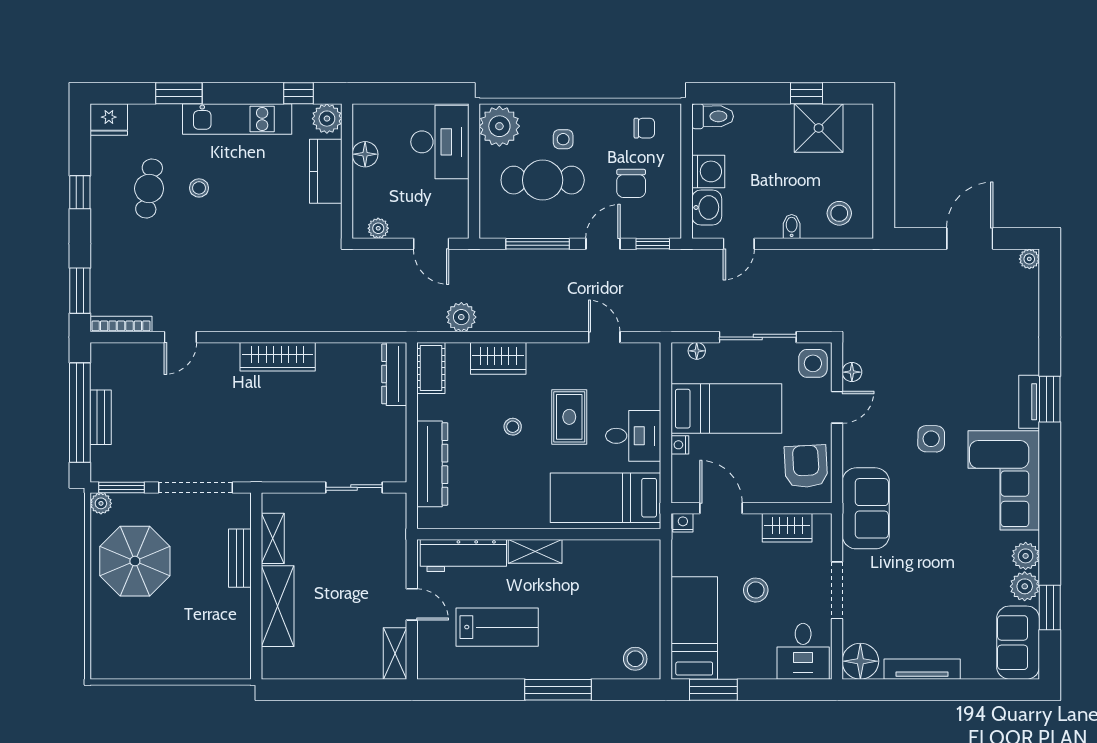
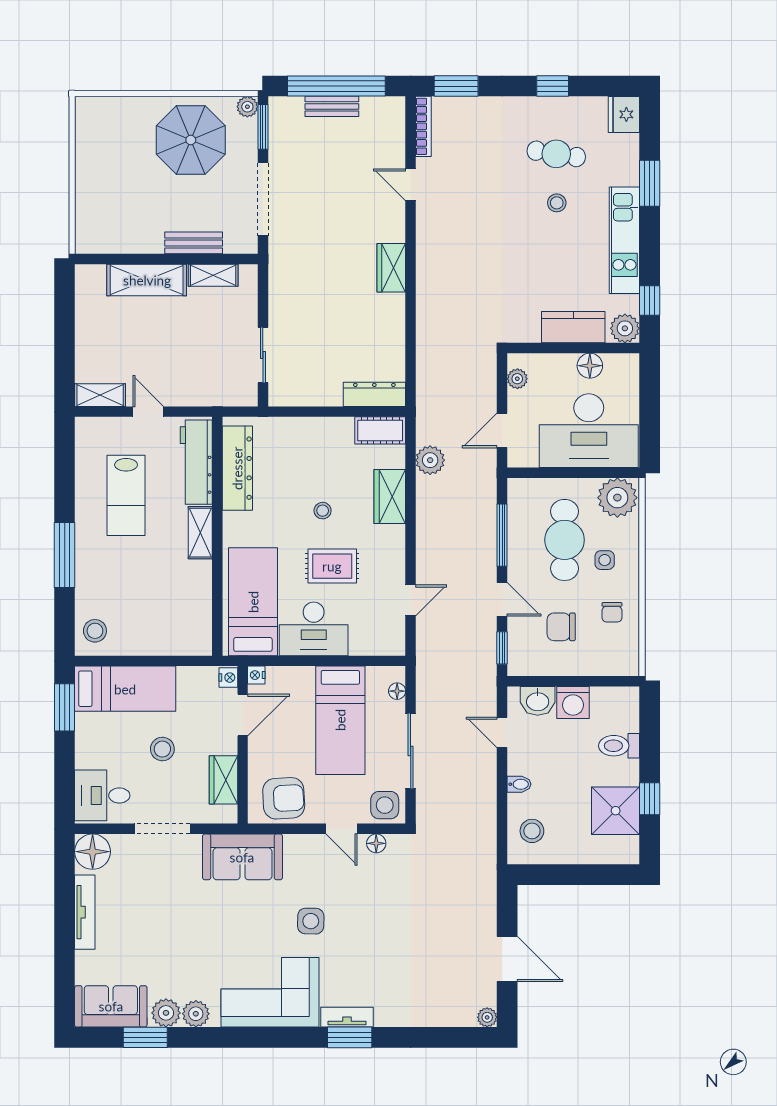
toilet: (713, 116) -> (619, 746), moved, turned 90
chair: (644, 128) -> (612, 612), moved
desk: (440, 142) -> (589, 431), width x1.36, depth x1.30
wardrobe: (278, 357) -> (391, 268), width x0.67
desk: (633, 436) -> (314, 629), width x1.37
nightstand: (680, 445) -> (256, 675), moved, turned -90
dresser: (432, 464) -> (237, 468), moved, turned -90
door: (412, 604) -> (148, 412), swing flipped

